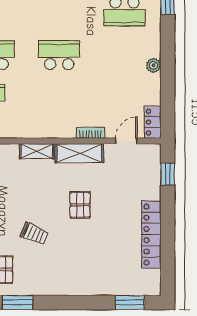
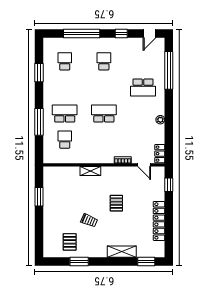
door: (126, 141) -> (144, 165), swing flipped
shelving: (79, 153) -> (122, 252), moved

